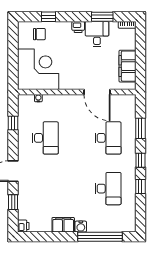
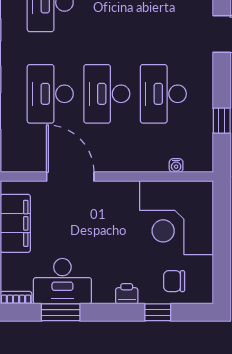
printer: (78, 27) -> (127, 294), moved
desk: (97, 34) -> (62, 281), width x1.37
desk: (77, 138) -> (107, 94), added

